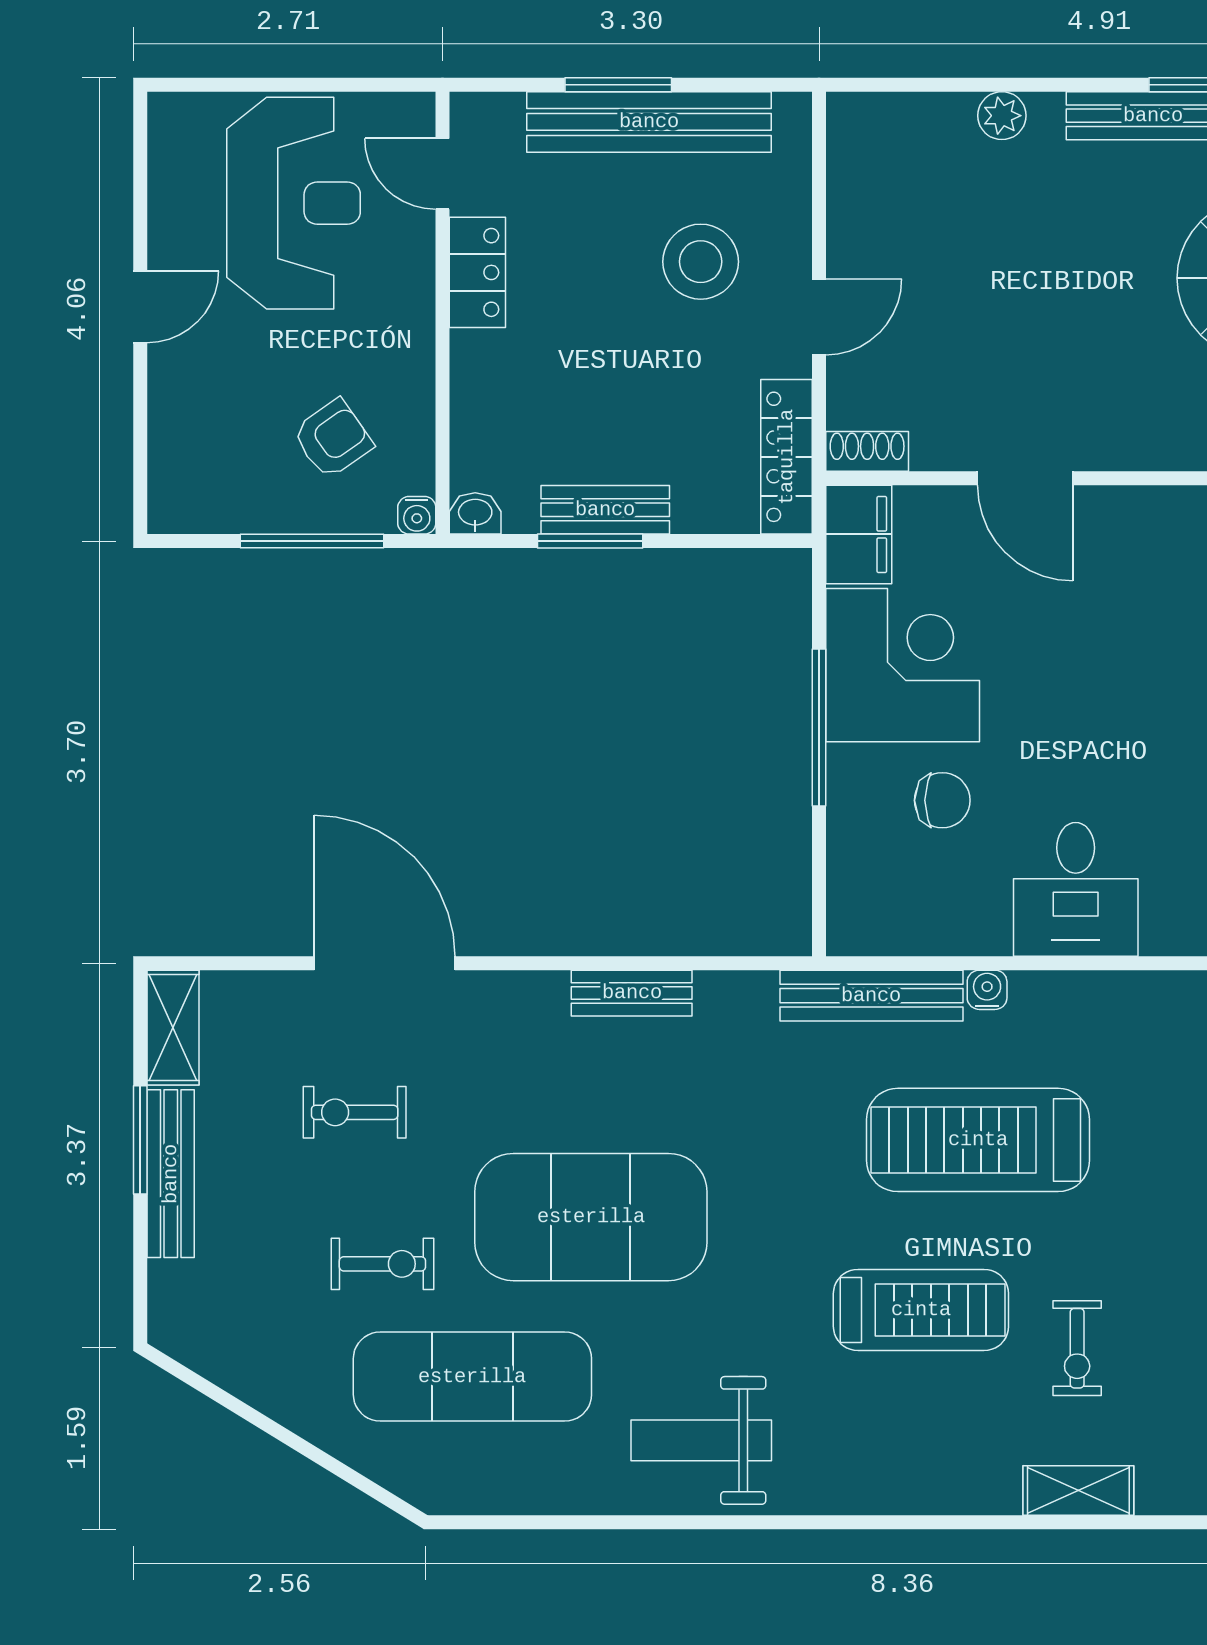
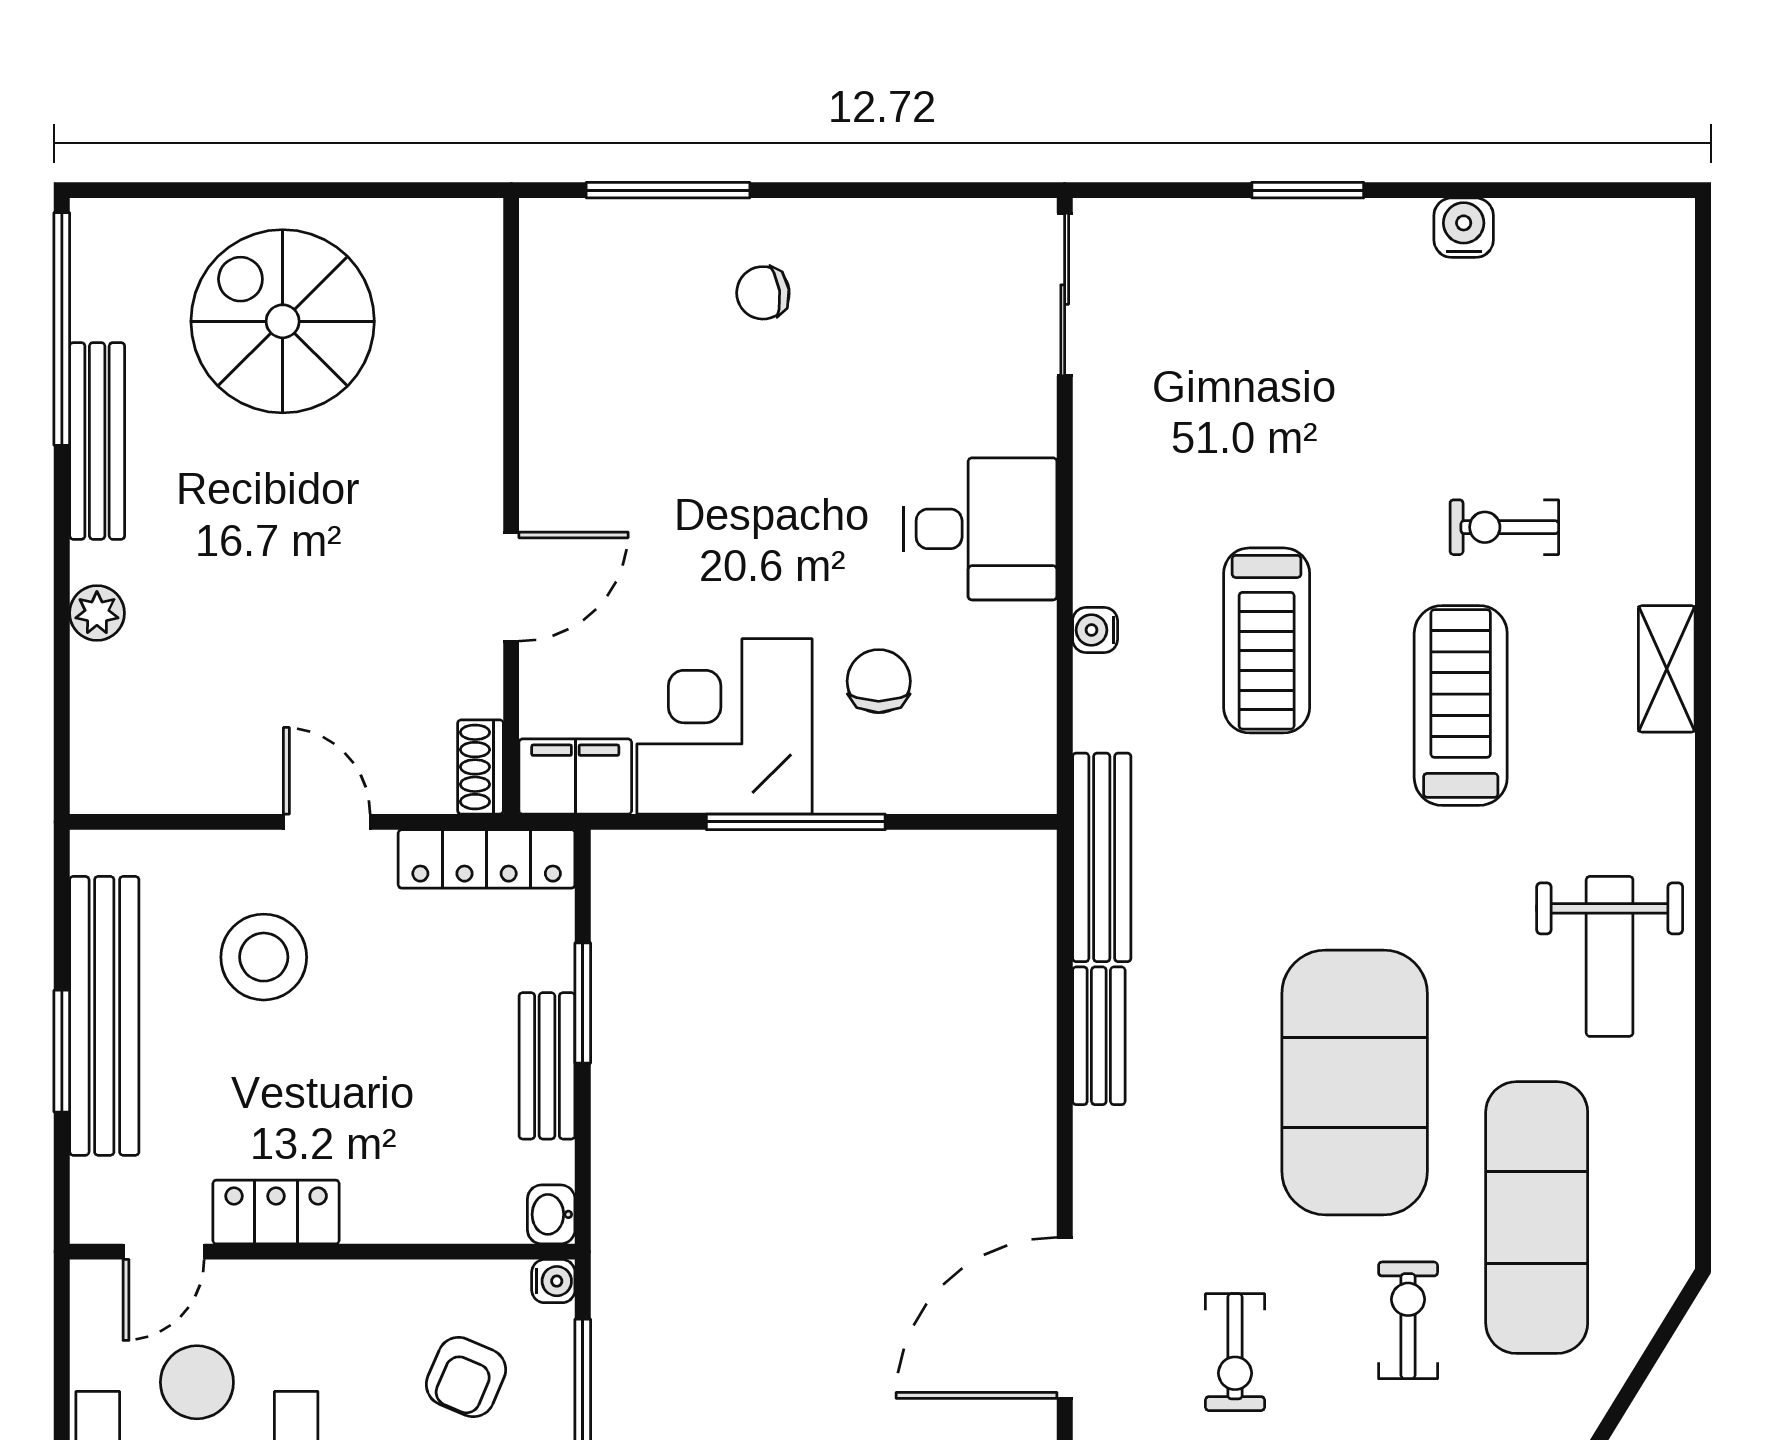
armchair: (333, 439) -> (466, 1377), turned -122
window: (590, 541) -> (583, 1003), moved
bench: (871, 996) -> (1102, 857), moved
treadmill: (978, 1140) -> (1267, 640), width x0.73, depth x0.73
exercise bike: (1077, 1348) -> (1504, 527), turned 180
shelving: (1078, 1490) -> (1667, 669), moved

